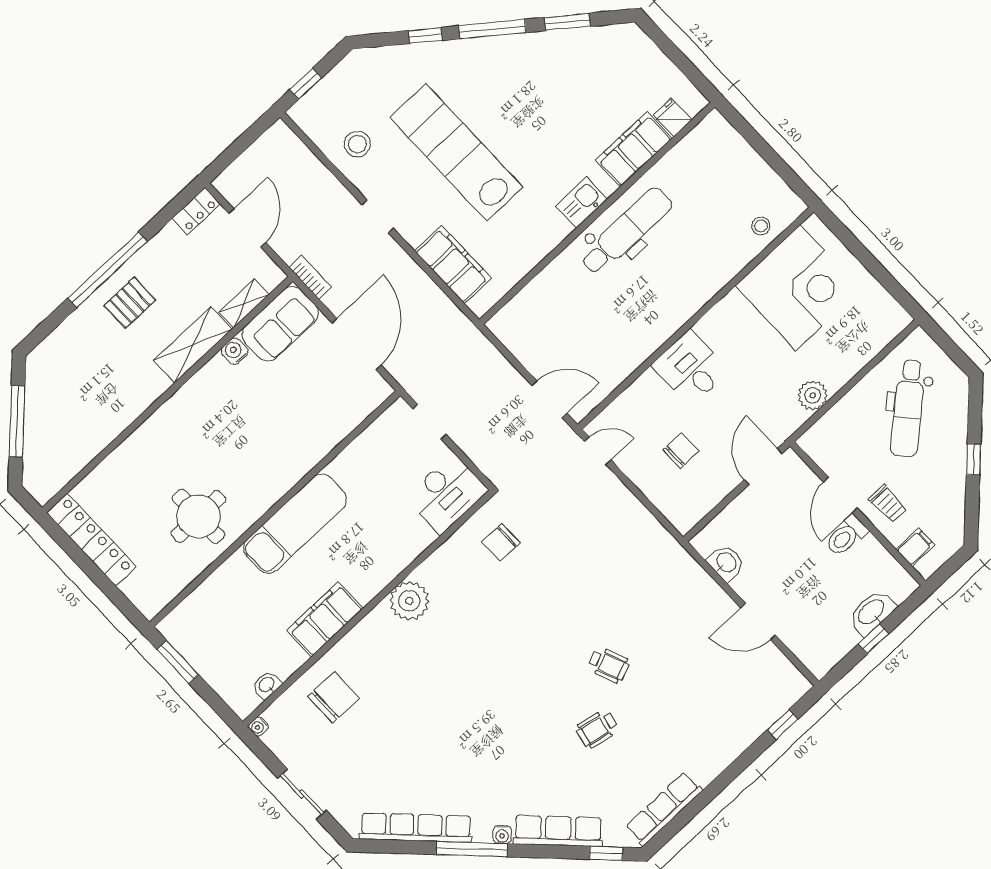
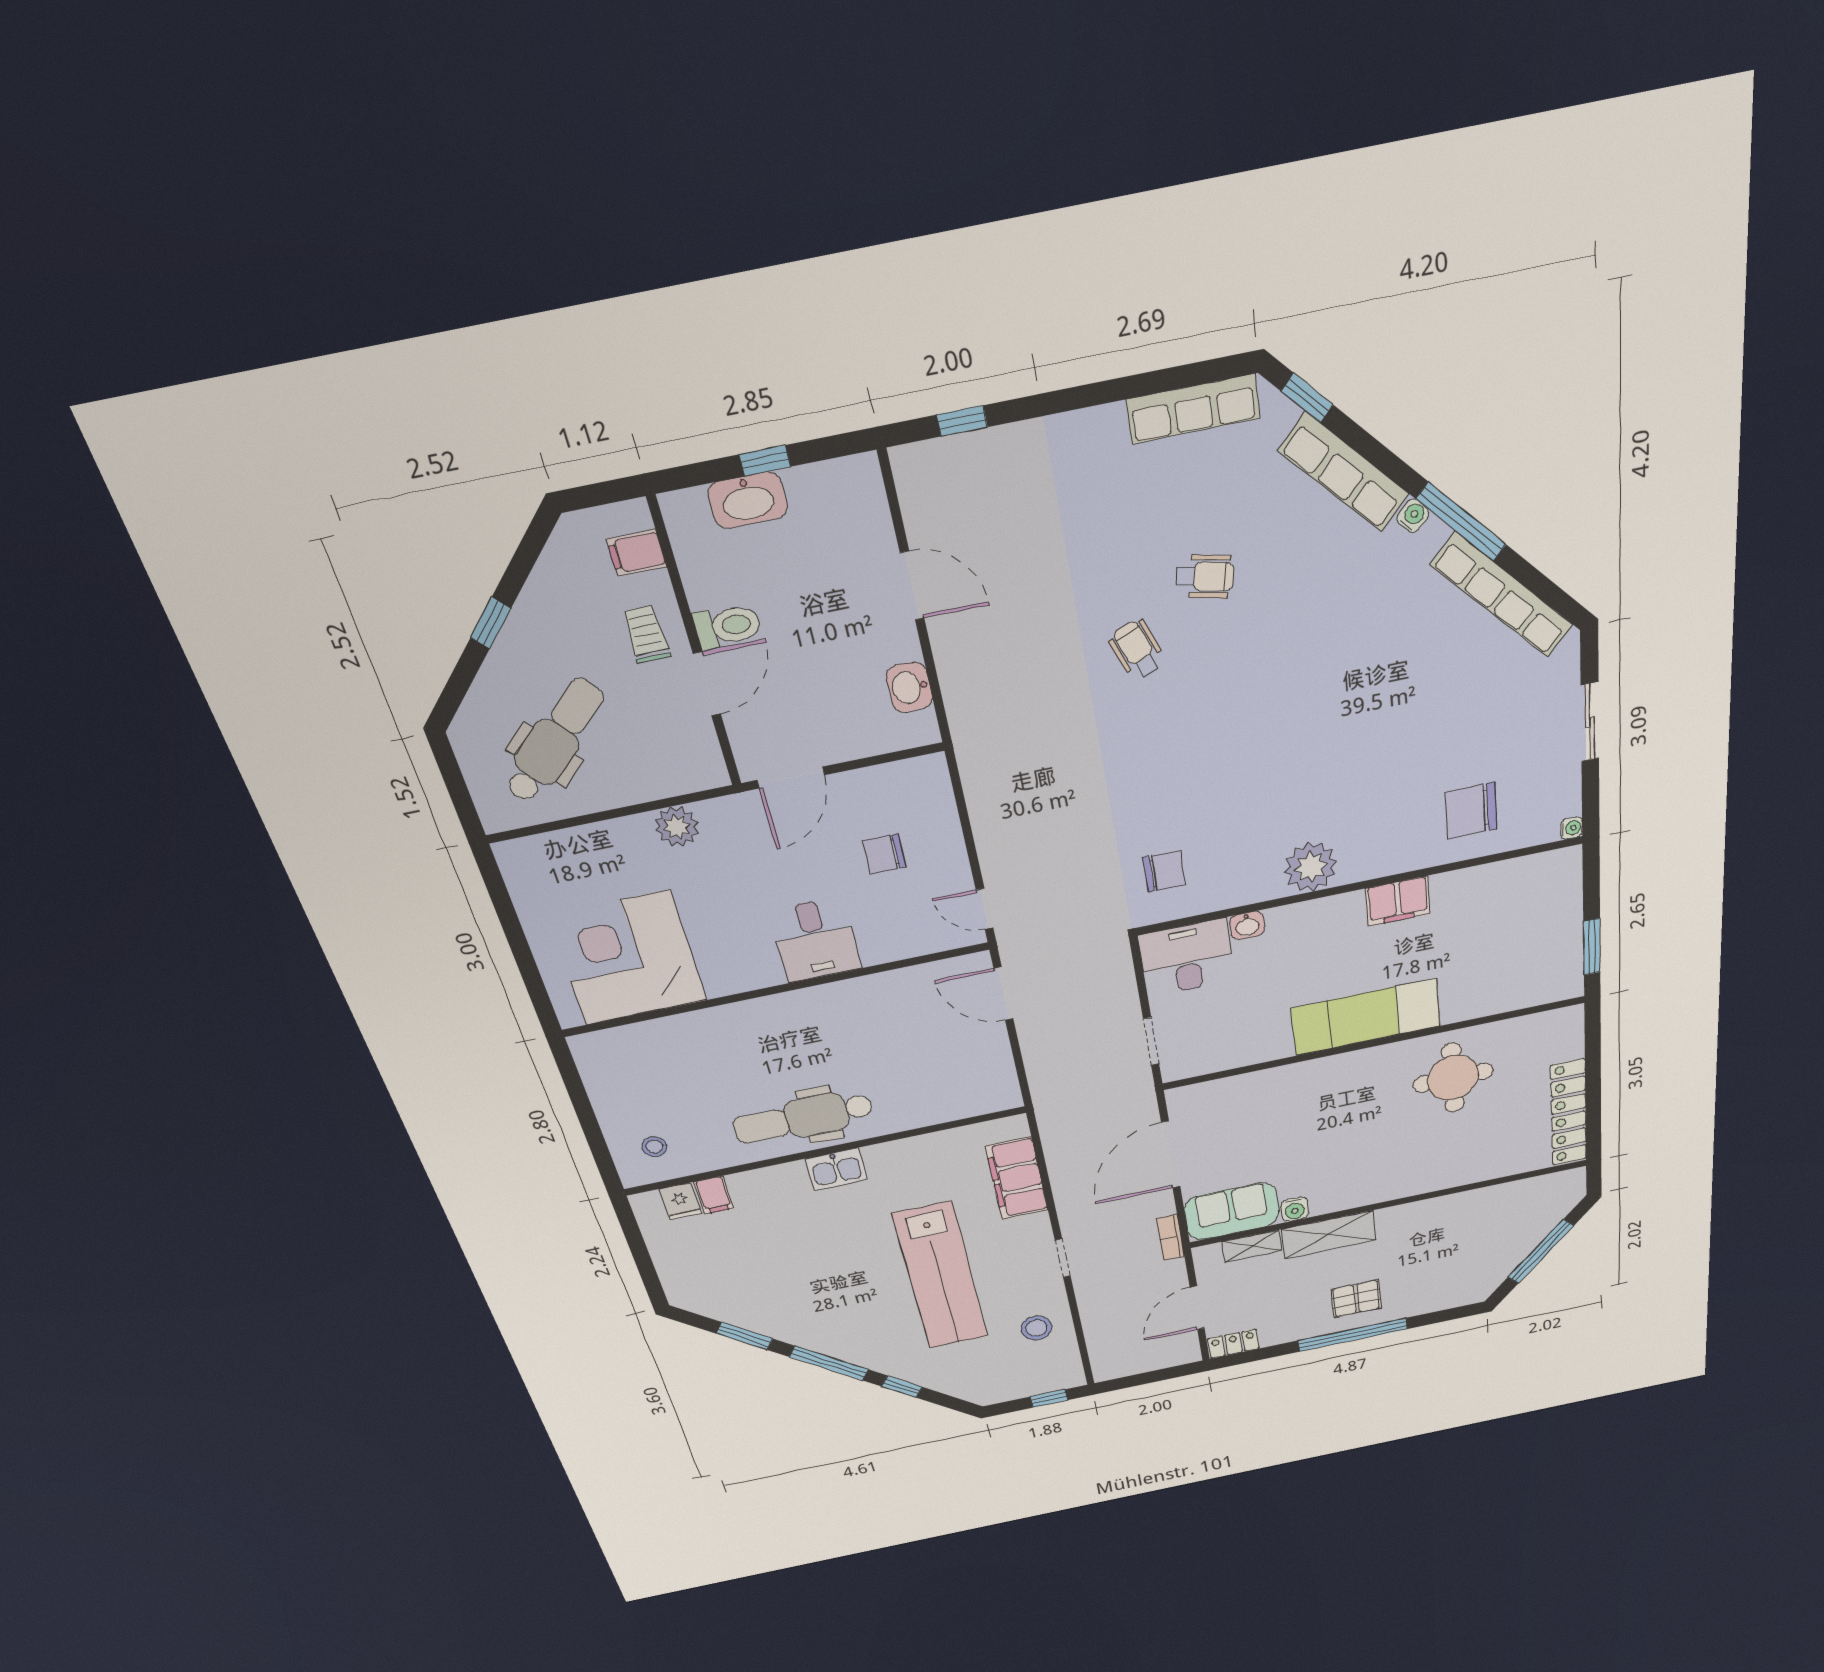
filing cabinet: (634, 149) -> (714, 1195), width x0.33, depth x0.86
stool: (761, 226) -> (654, 1147), moved
filing cabinet: (325, 619) -> (1398, 901), width x0.67, depth x0.86
washbasin: (267, 685) -> (1247, 925), moved

